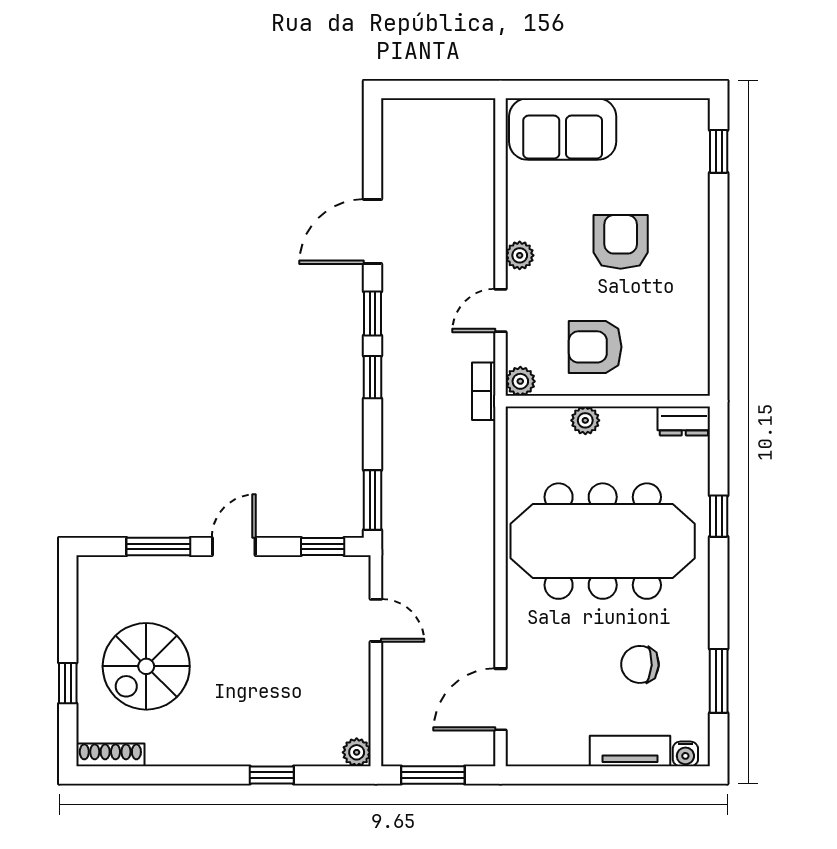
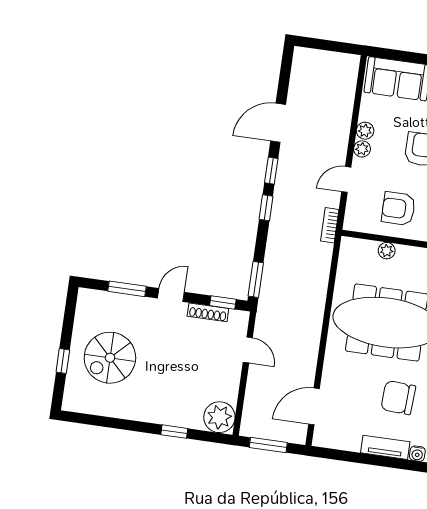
plant: (520, 381) -> (365, 131), moved
chair: (640, 664) -> (398, 398), width x1.37, depth x1.37
plant: (357, 752) -> (219, 417), width x1.88, depth x1.88
shoe rack: (110, 755) -> (208, 312), moved, turned 180

